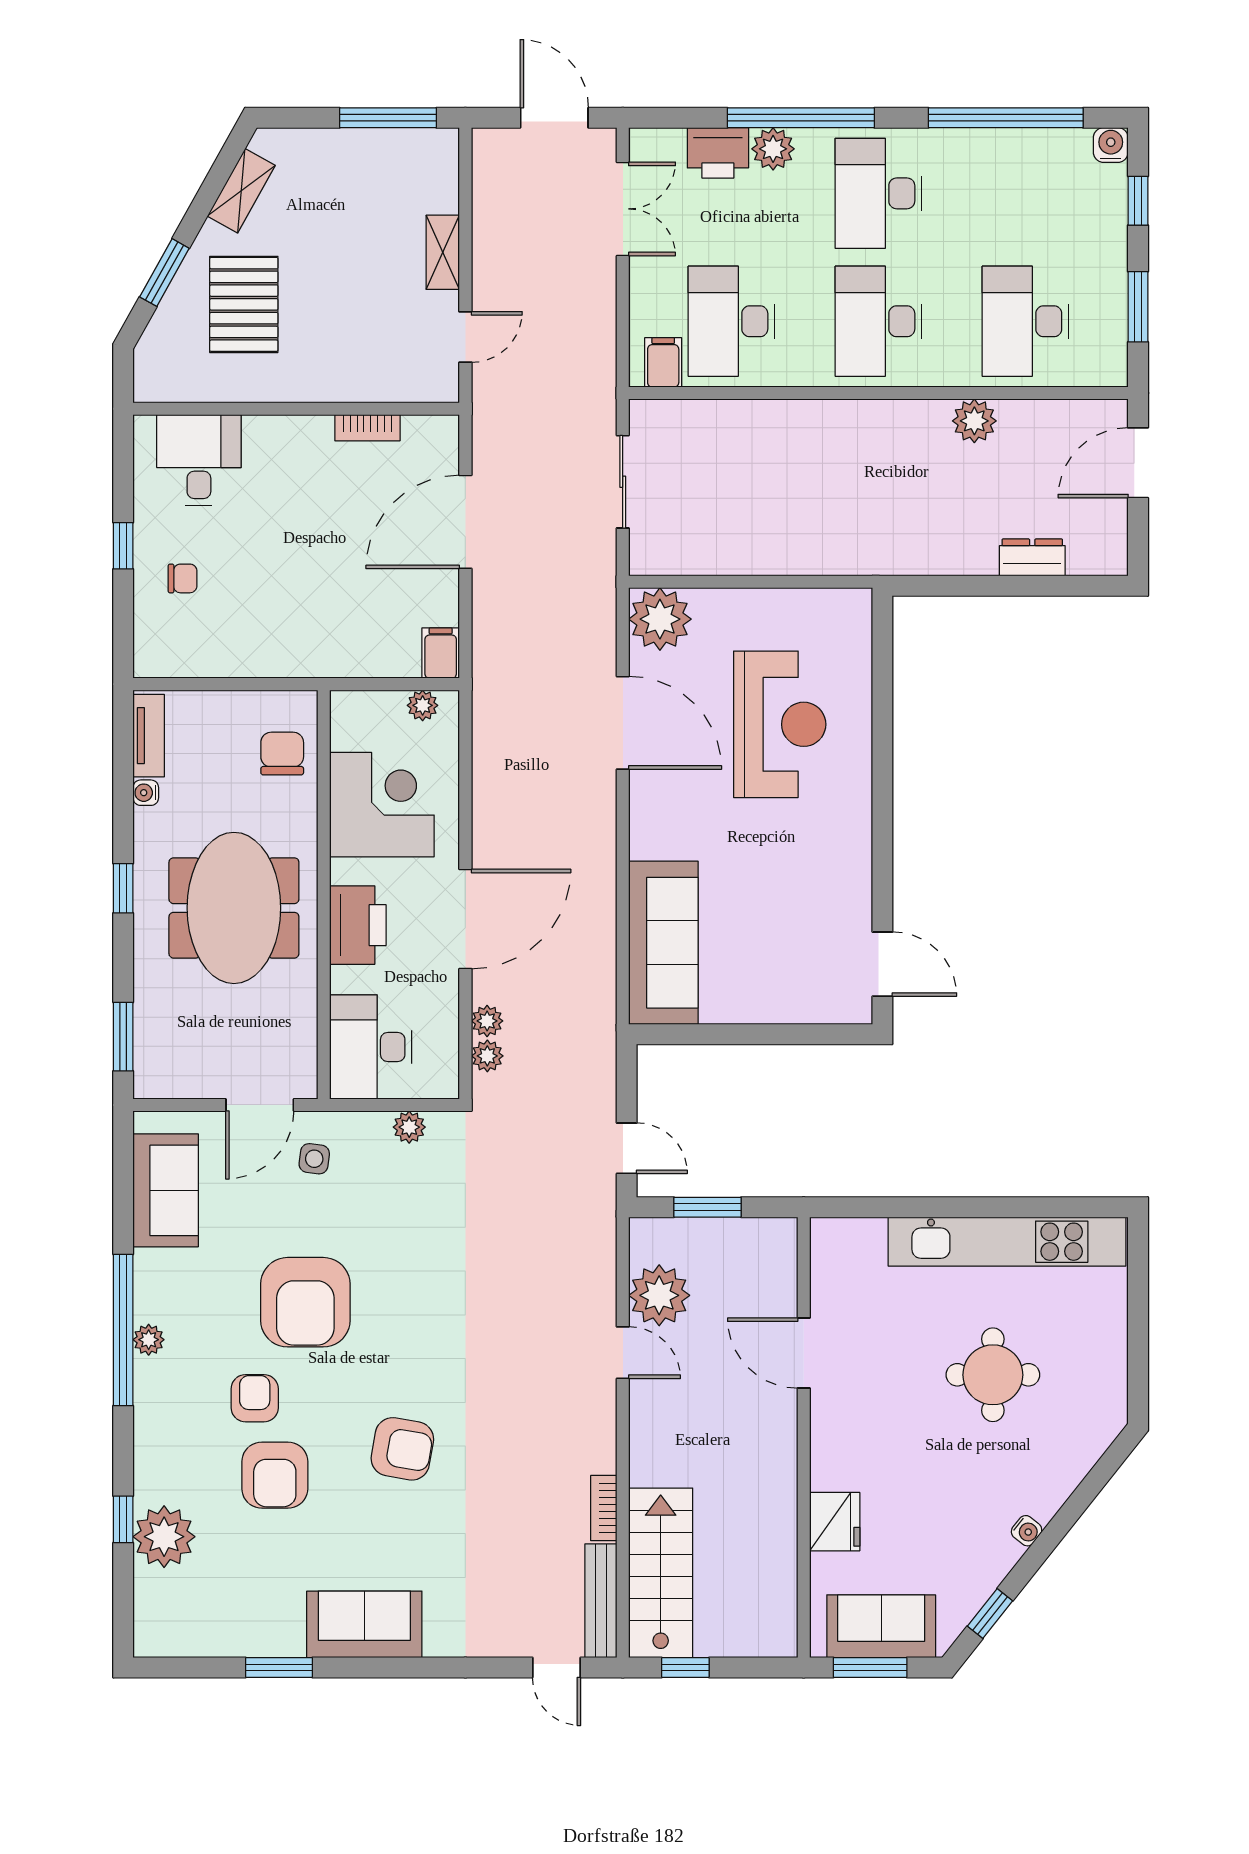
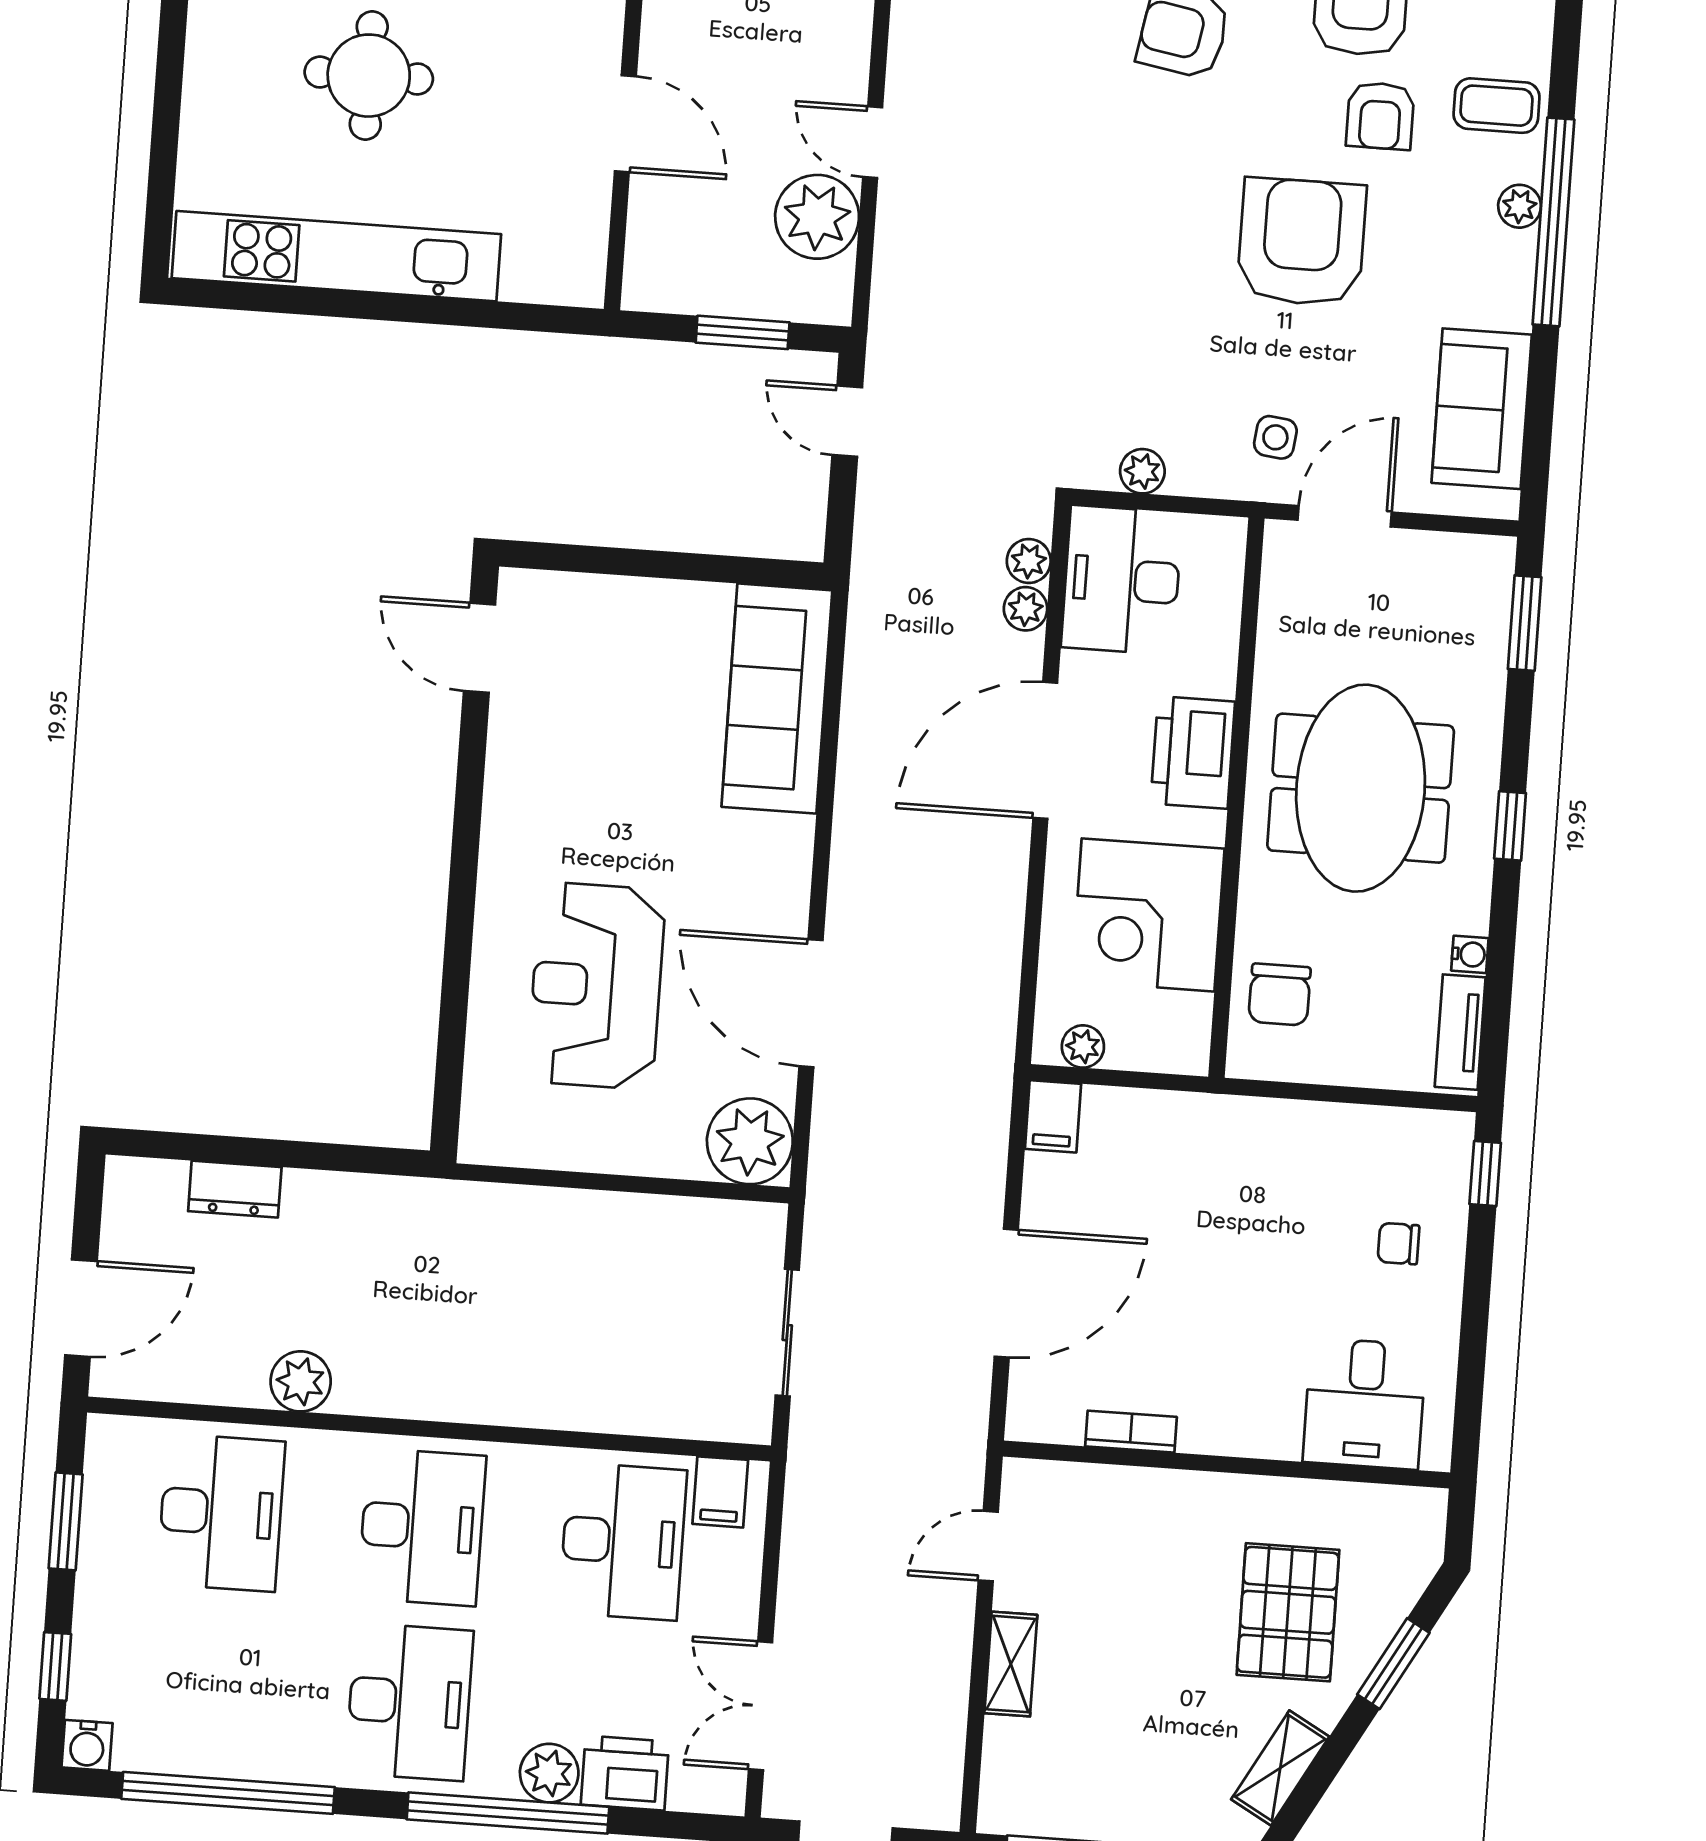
window: (123, 546) -> (1485, 1174), moved
desk: (371, 1047) -> (1122, 580), moved, turned 180
coffee table: (171, 1412) -> (1497, 106), added

